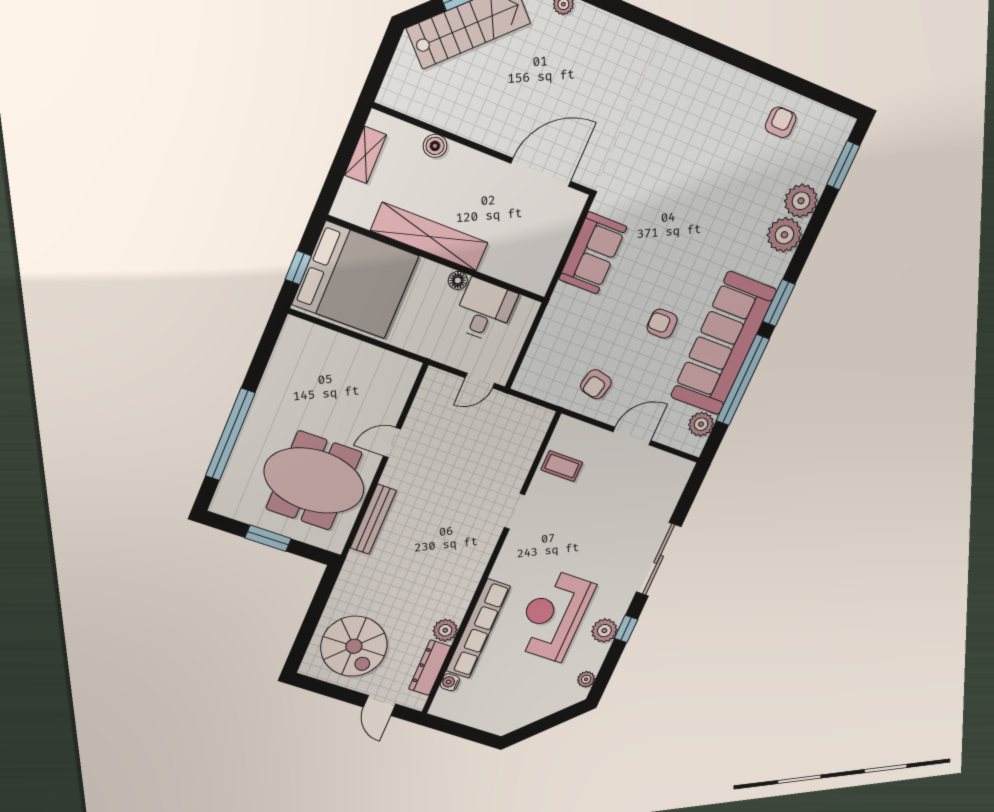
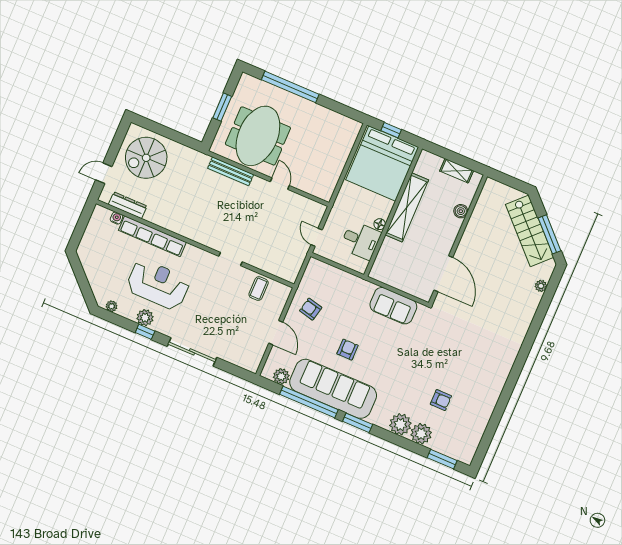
armchair: (781, 122) -> (441, 400), moved
plant: (445, 630) -> (153, 215), removed

